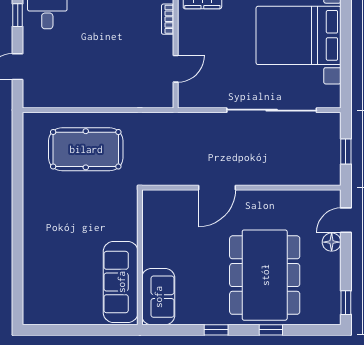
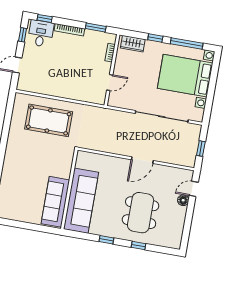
door: (217, 188) -> (142, 160), moved
dining table: (265, 275) -> (141, 213), width x0.73, depth x0.80
sofa: (158, 297) -> (81, 201), width x1.85, depth x1.27
window: (346, 303) -> (185, 237), removed

